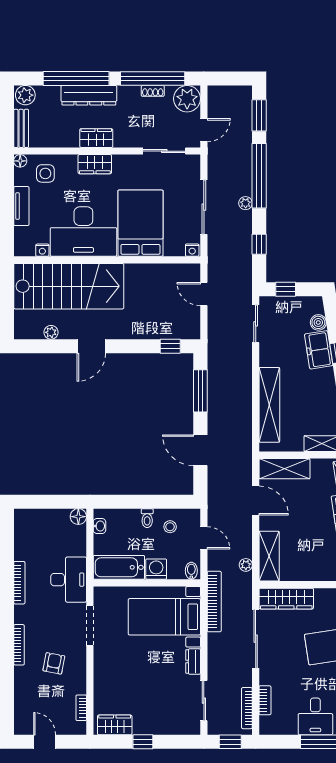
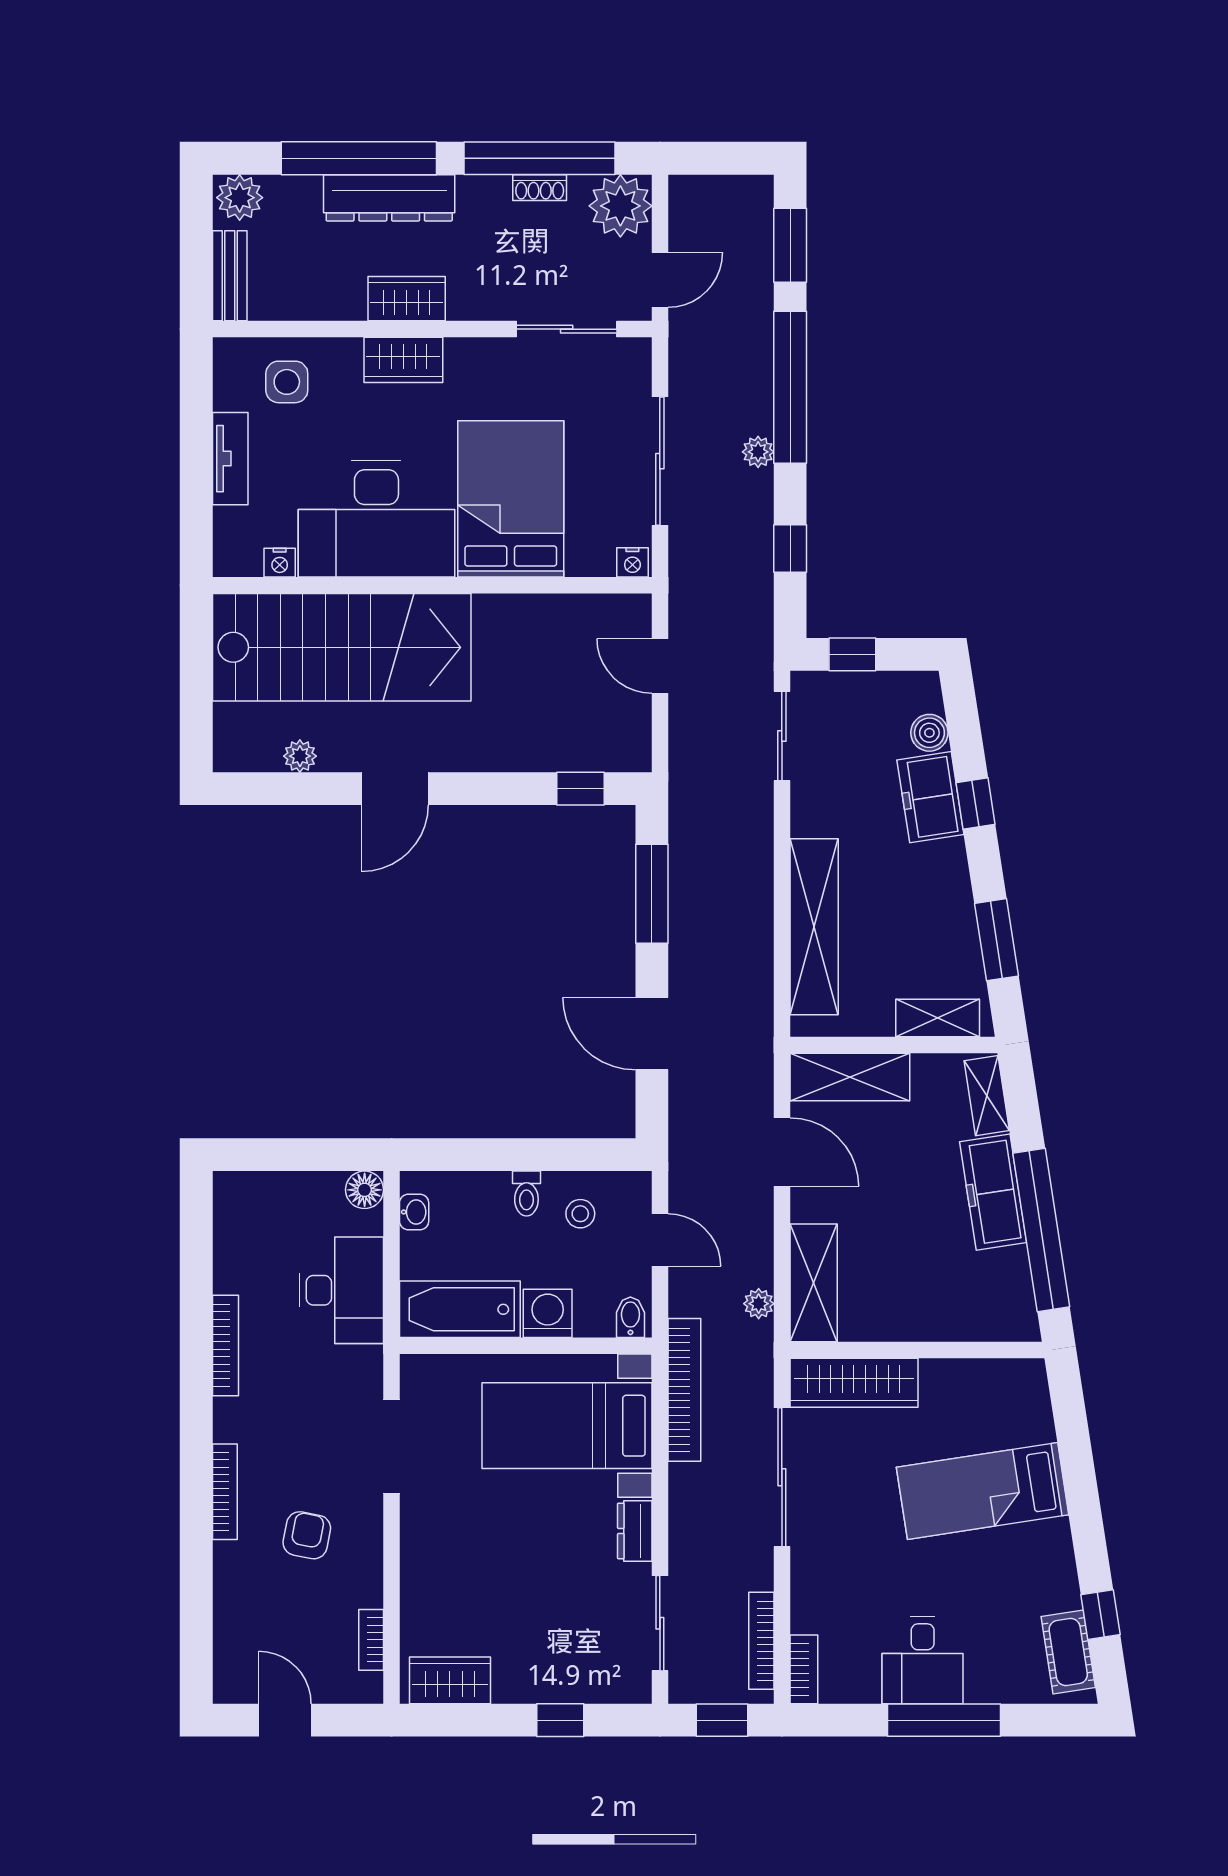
floor lamp: (20, 161) -> (228, 352), removed
desk: (69, 580) -> (341, 1290), moved
bookcase: (265, 700) -> (804, 1669), moved
window: (143, 742) -> (560, 1720), moved

